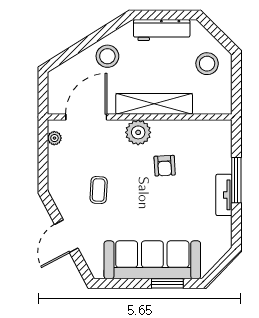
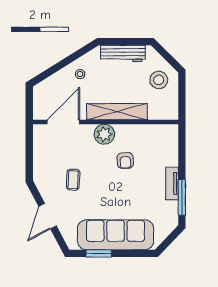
stool: (107, 56) -> (80, 74), width x0.53, depth x0.53
plant: (54, 138) -> (38, 139), removed
window: (236, 180) -> (182, 197), moved
window: (167, 283) -> (99, 253), moved

